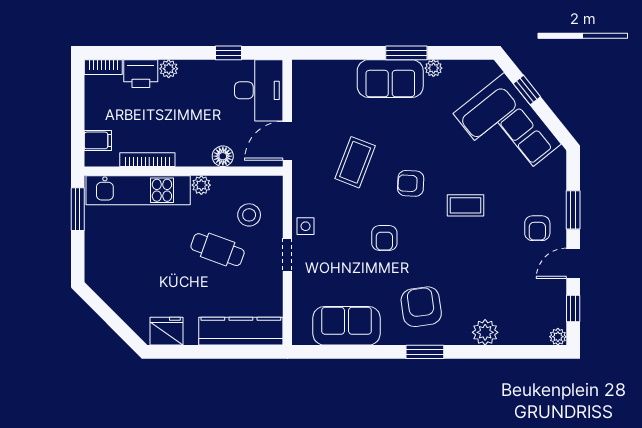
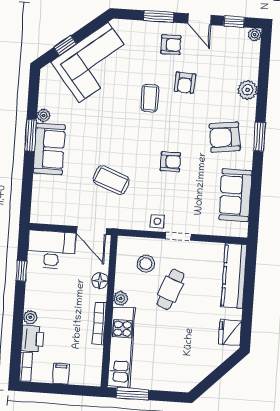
filing cabinet: (98, 140) -> (61, 374), moved
bookcase: (147, 160) -> (99, 323), moved
armchair: (411, 183) -> (185, 83), moved

